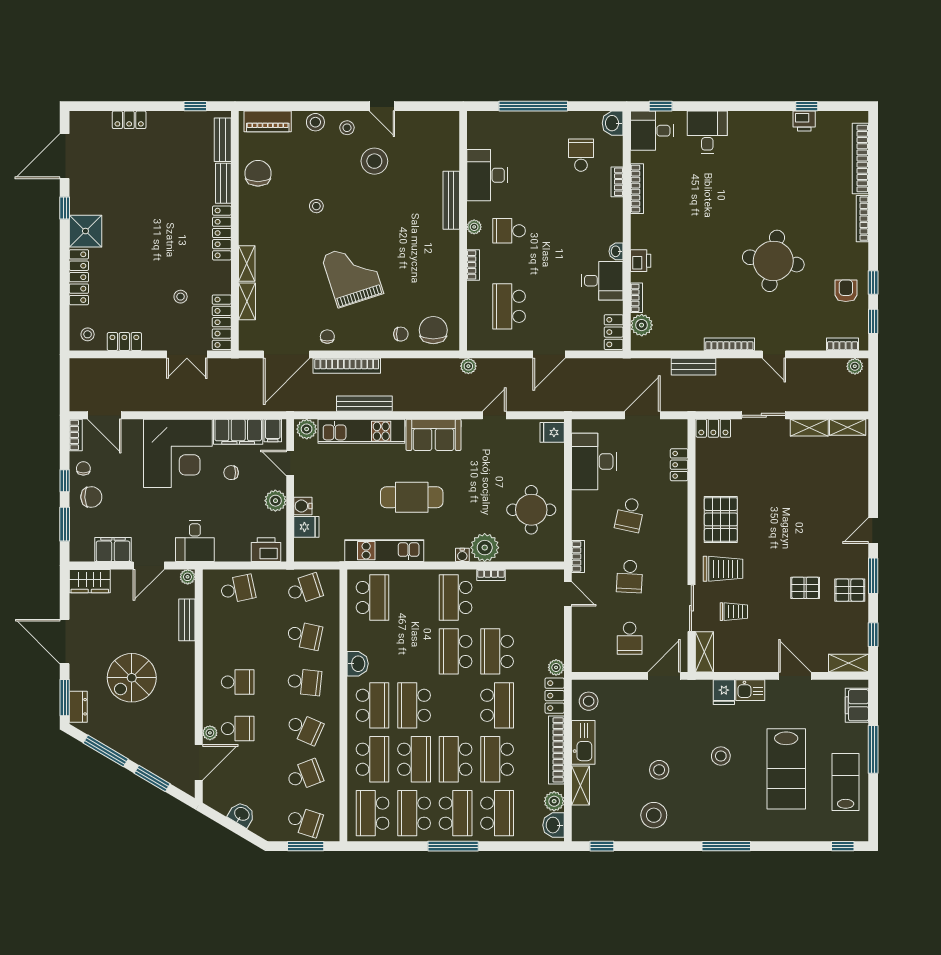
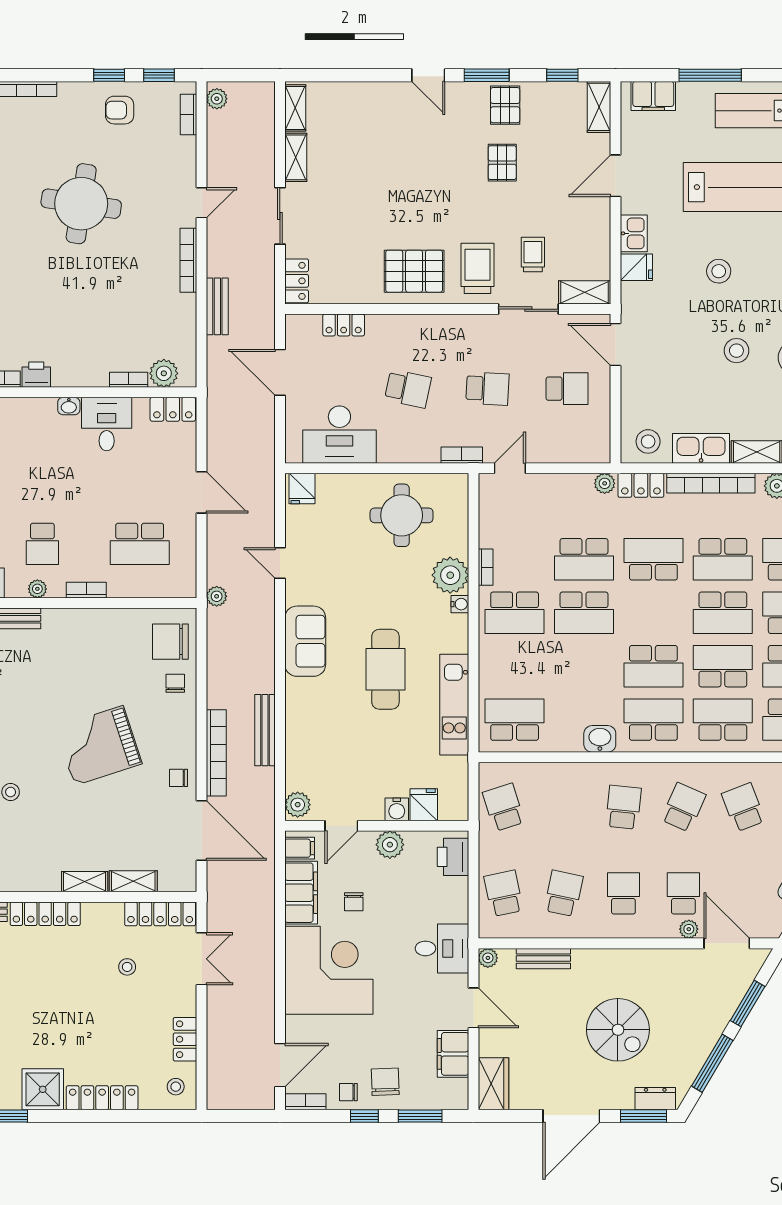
printer: (641, 261) -> (36, 375), moved
kitchen unit: (361, 431) -> (301, 734), removed
school desk: (305, 636) -> (564, 893), moved

